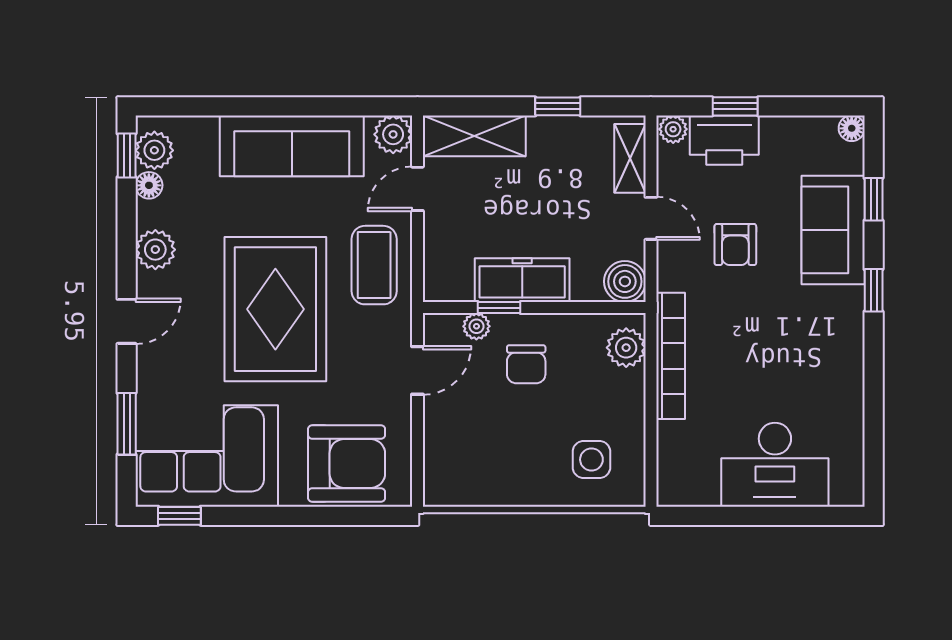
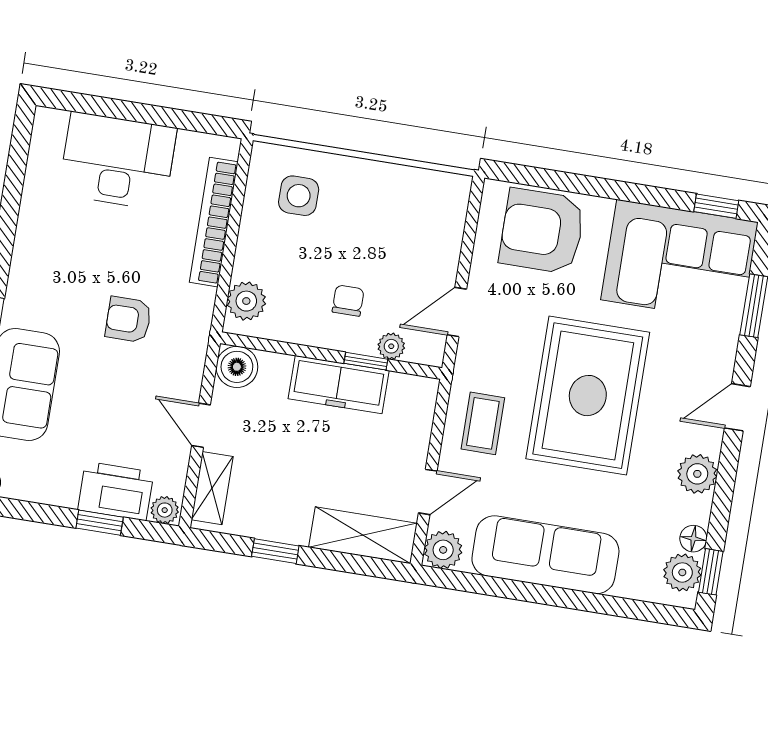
armchair: (735, 245) -> (128, 319), moved, turned -90
coffee table: (374, 265) -> (483, 423), width x0.73, depth x0.77
bookcase: (671, 356) -> (214, 222), moved
chair: (526, 364) -> (348, 301), width x0.73, depth x0.73

